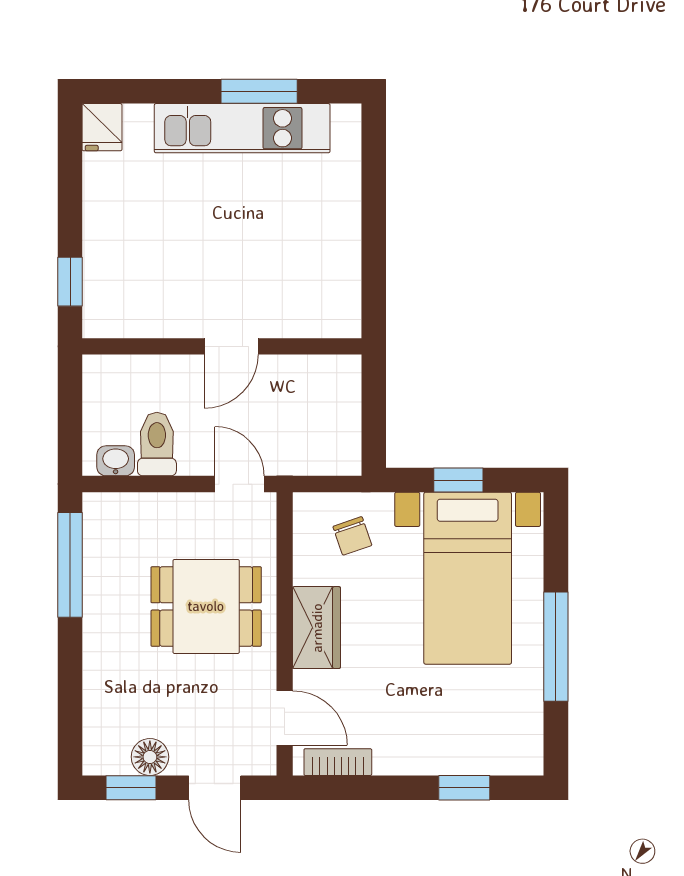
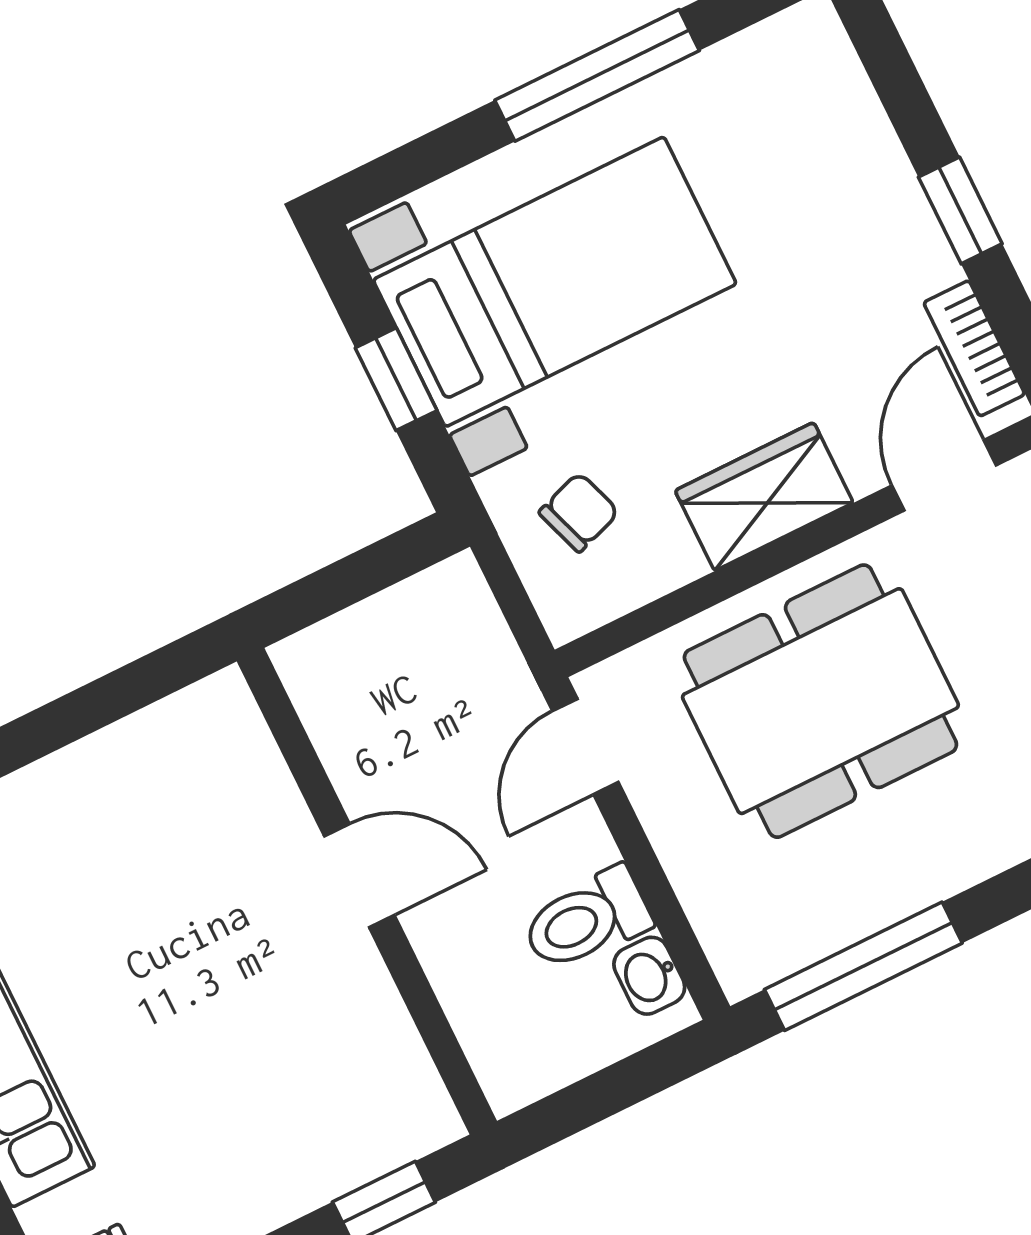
dining table: (206, 606) -> (820, 701), width x1.38
window: (464, 788) -> (960, 210), moved

